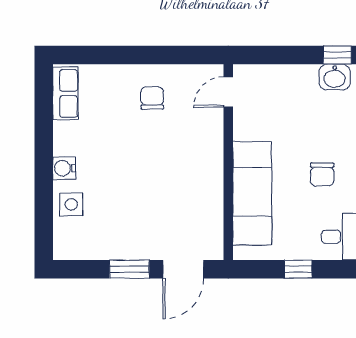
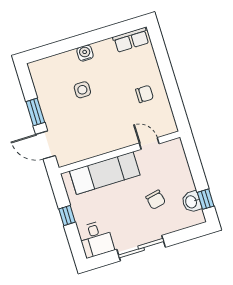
door: (228, 92) -> (149, 143), moved
chair: (322, 174) -> (156, 200), moved, turned -102
side table: (71, 204) -> (82, 90), moved

